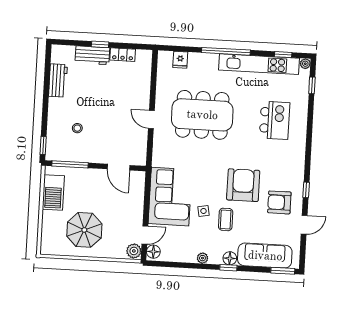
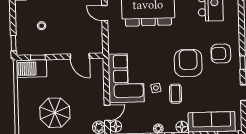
window: (70, 164) -> (38, 57), width x0.46
barbecue: (53, 192) -> (31, 69), moved, turned 90
armchair: (279, 202) -> (221, 54), moved

